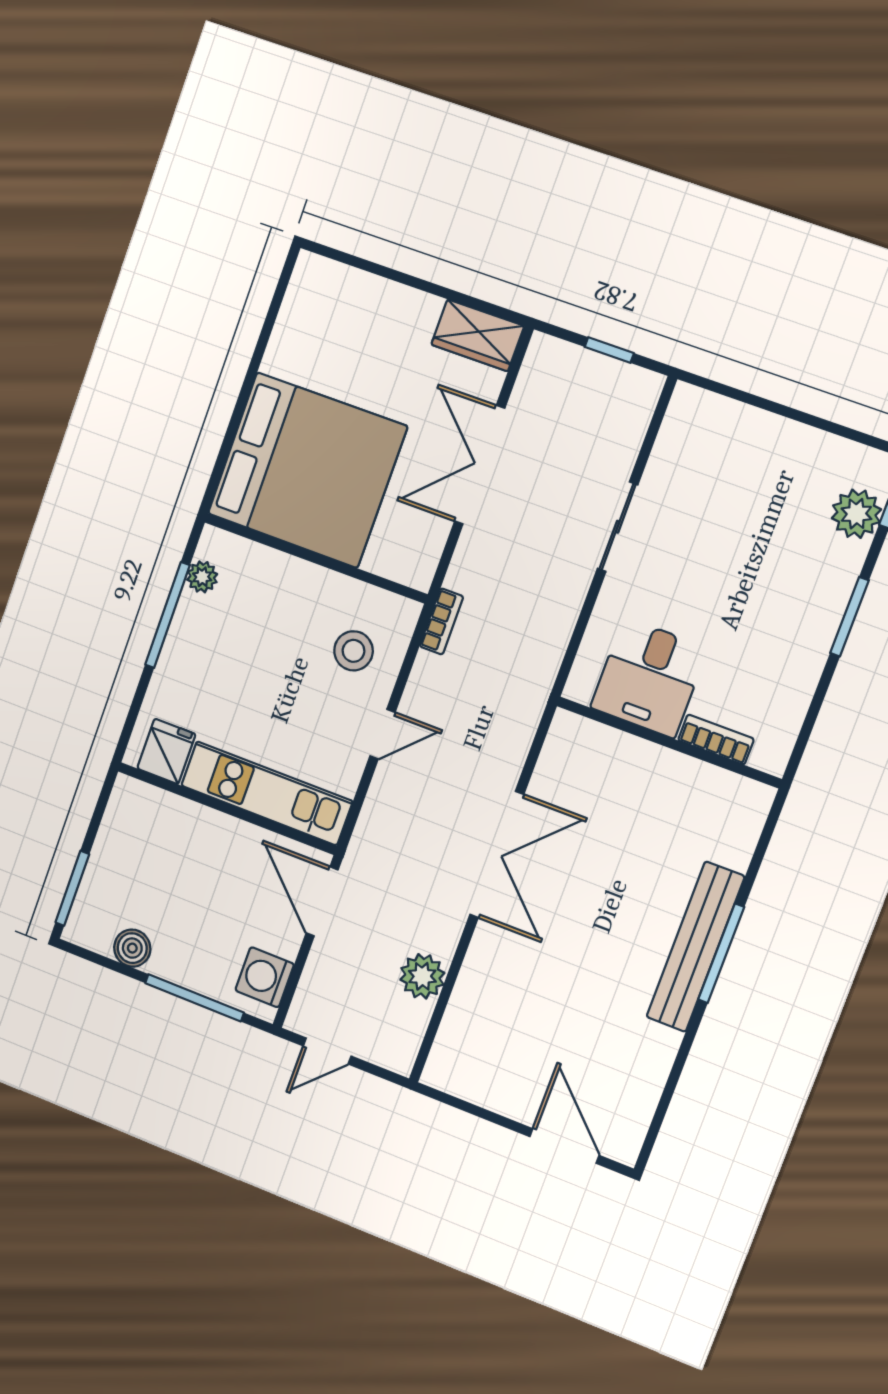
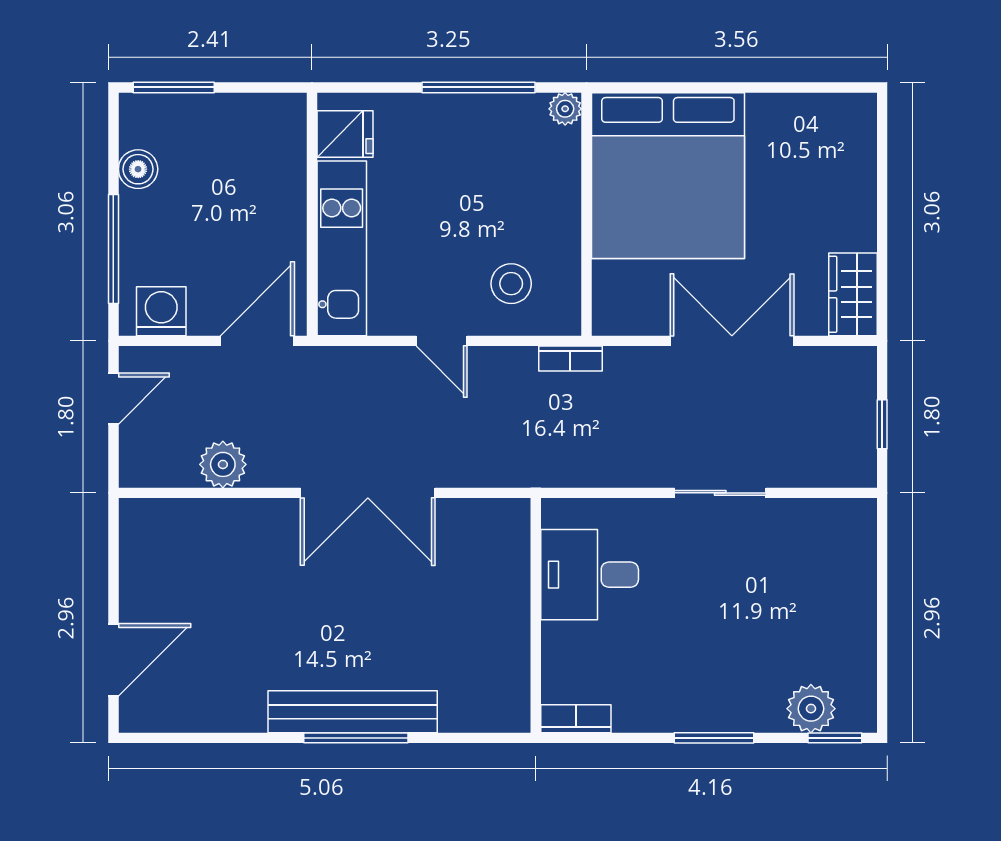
plant: (202, 577) -> (565, 109), moved
bookcase: (716, 740) -> (576, 719), moved, turned -90
door: (327, 1051) -> (113, 399), swing flipped

